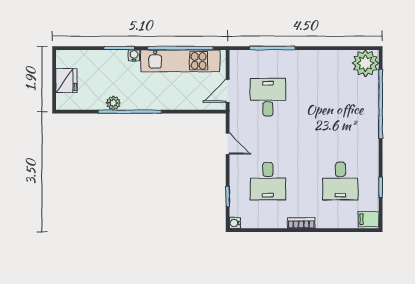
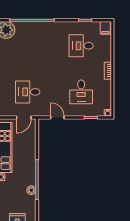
door: (228, 91) -> (24, 117), hinge flipped
door: (228, 144) -> (57, 117), hinge flipped
desk: (268, 181) -> (81, 92), turned 90
desk: (340, 181) -> (81, 46), turned 180

